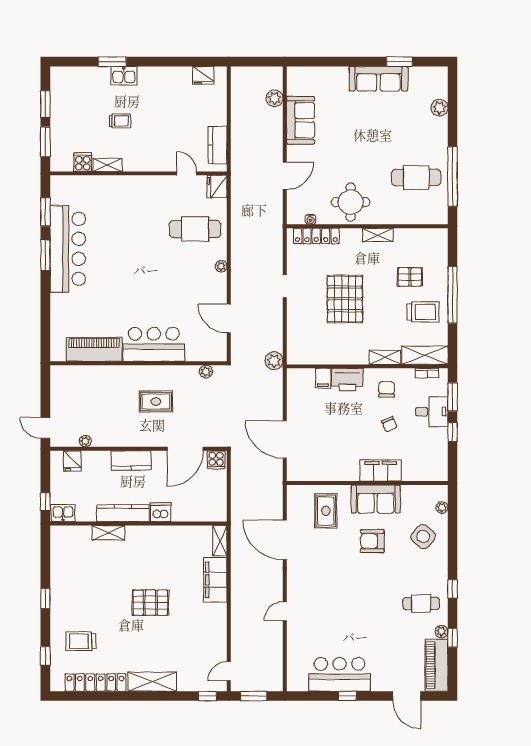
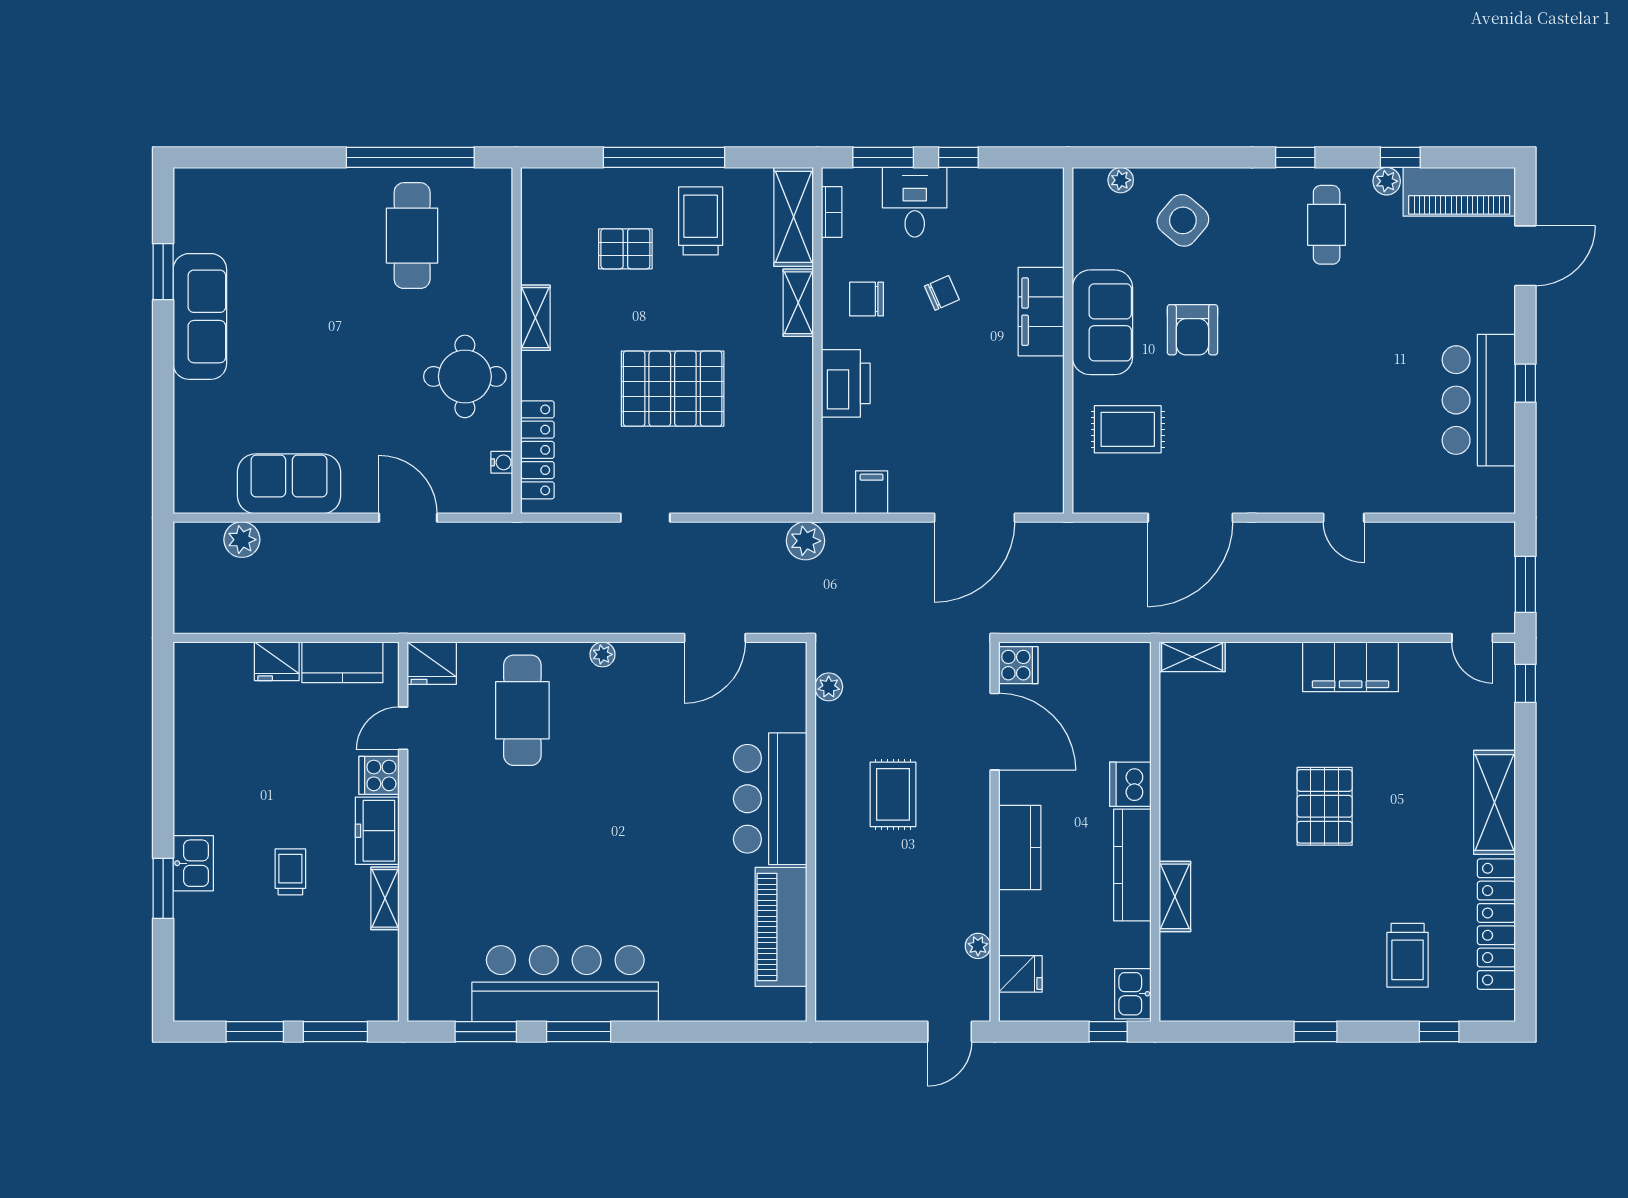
fridge: (203, 75) -> (277, 661), moved, turned 90
plant: (439, 108) -> (262, 186), removed
freezer: (139, 161) -> (377, 831), added
cooker: (83, 162) -> (379, 775), moved
pallet: (410, 277) -> (625, 249), turned 90
filing cabinet: (323, 378) -> (872, 492), moved, turned -90
filing cabinet: (215, 580) -> (1351, 667), moved

